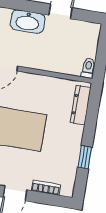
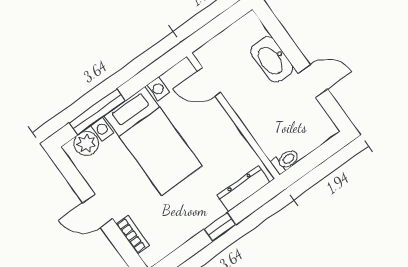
window: (85, 157) -> (220, 227), moved

